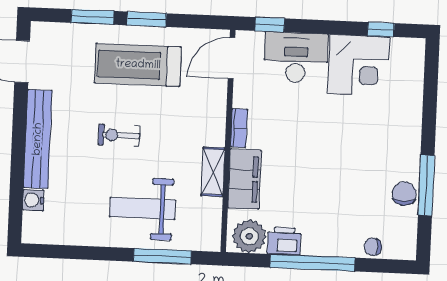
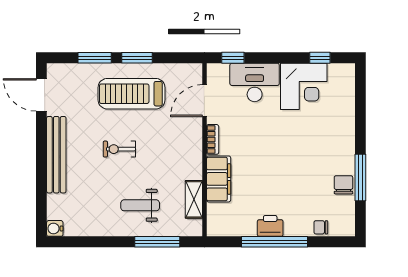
door: (232, 58) -> (204, 101), moved
shelving: (213, 172) -> (194, 199), moved
water cooler: (33, 200) -> (55, 228), moved
weight bench: (142, 208) -> (140, 205), width x0.73, depth x0.75
plant: (249, 236) -> (224, 223), removed
printer: (284, 241) -> (270, 226), moved

